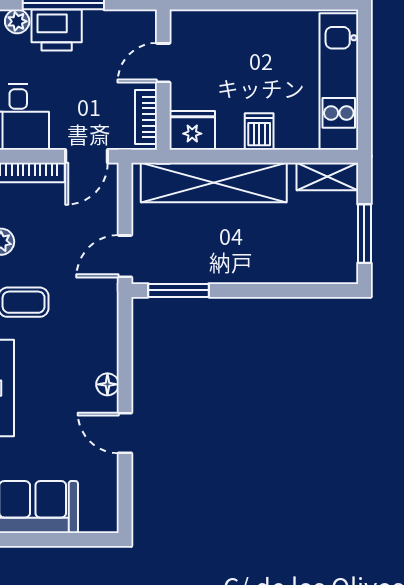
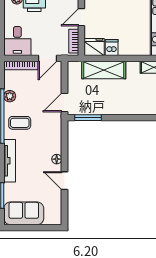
dishwasher: (259, 132) -> (112, 48), moved
shelving: (214, 183) -> (104, 70), width x0.68

